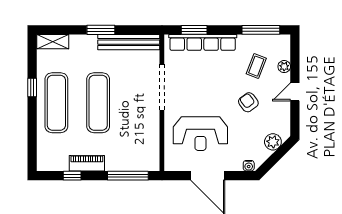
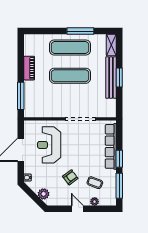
window: (194, 30) -> (119, 159), moved
bench: (129, 42) -> (111, 78), moved
window: (32, 87) -> (80, 31), width x2.17
window: (72, 176) -> (21, 58), removed

